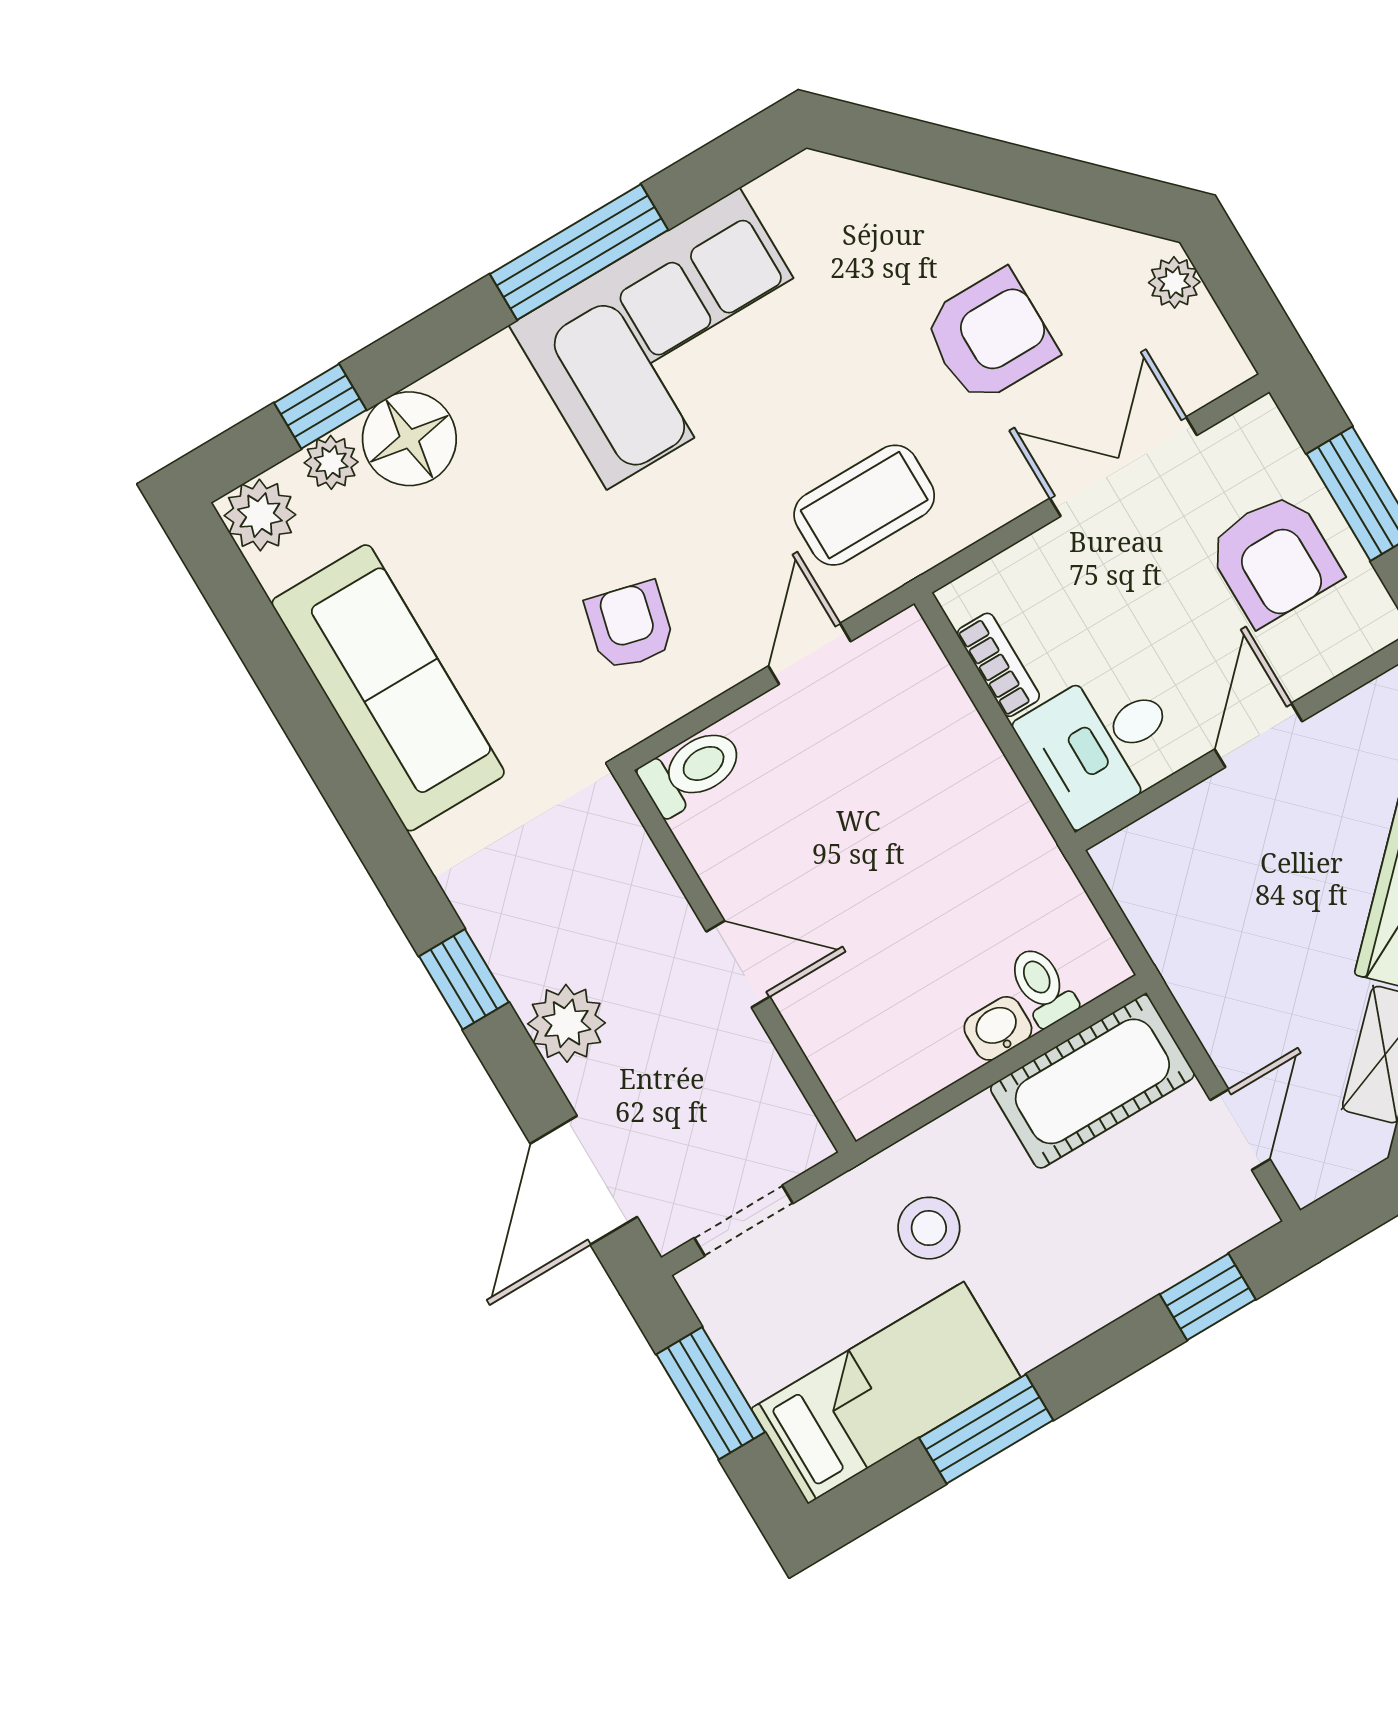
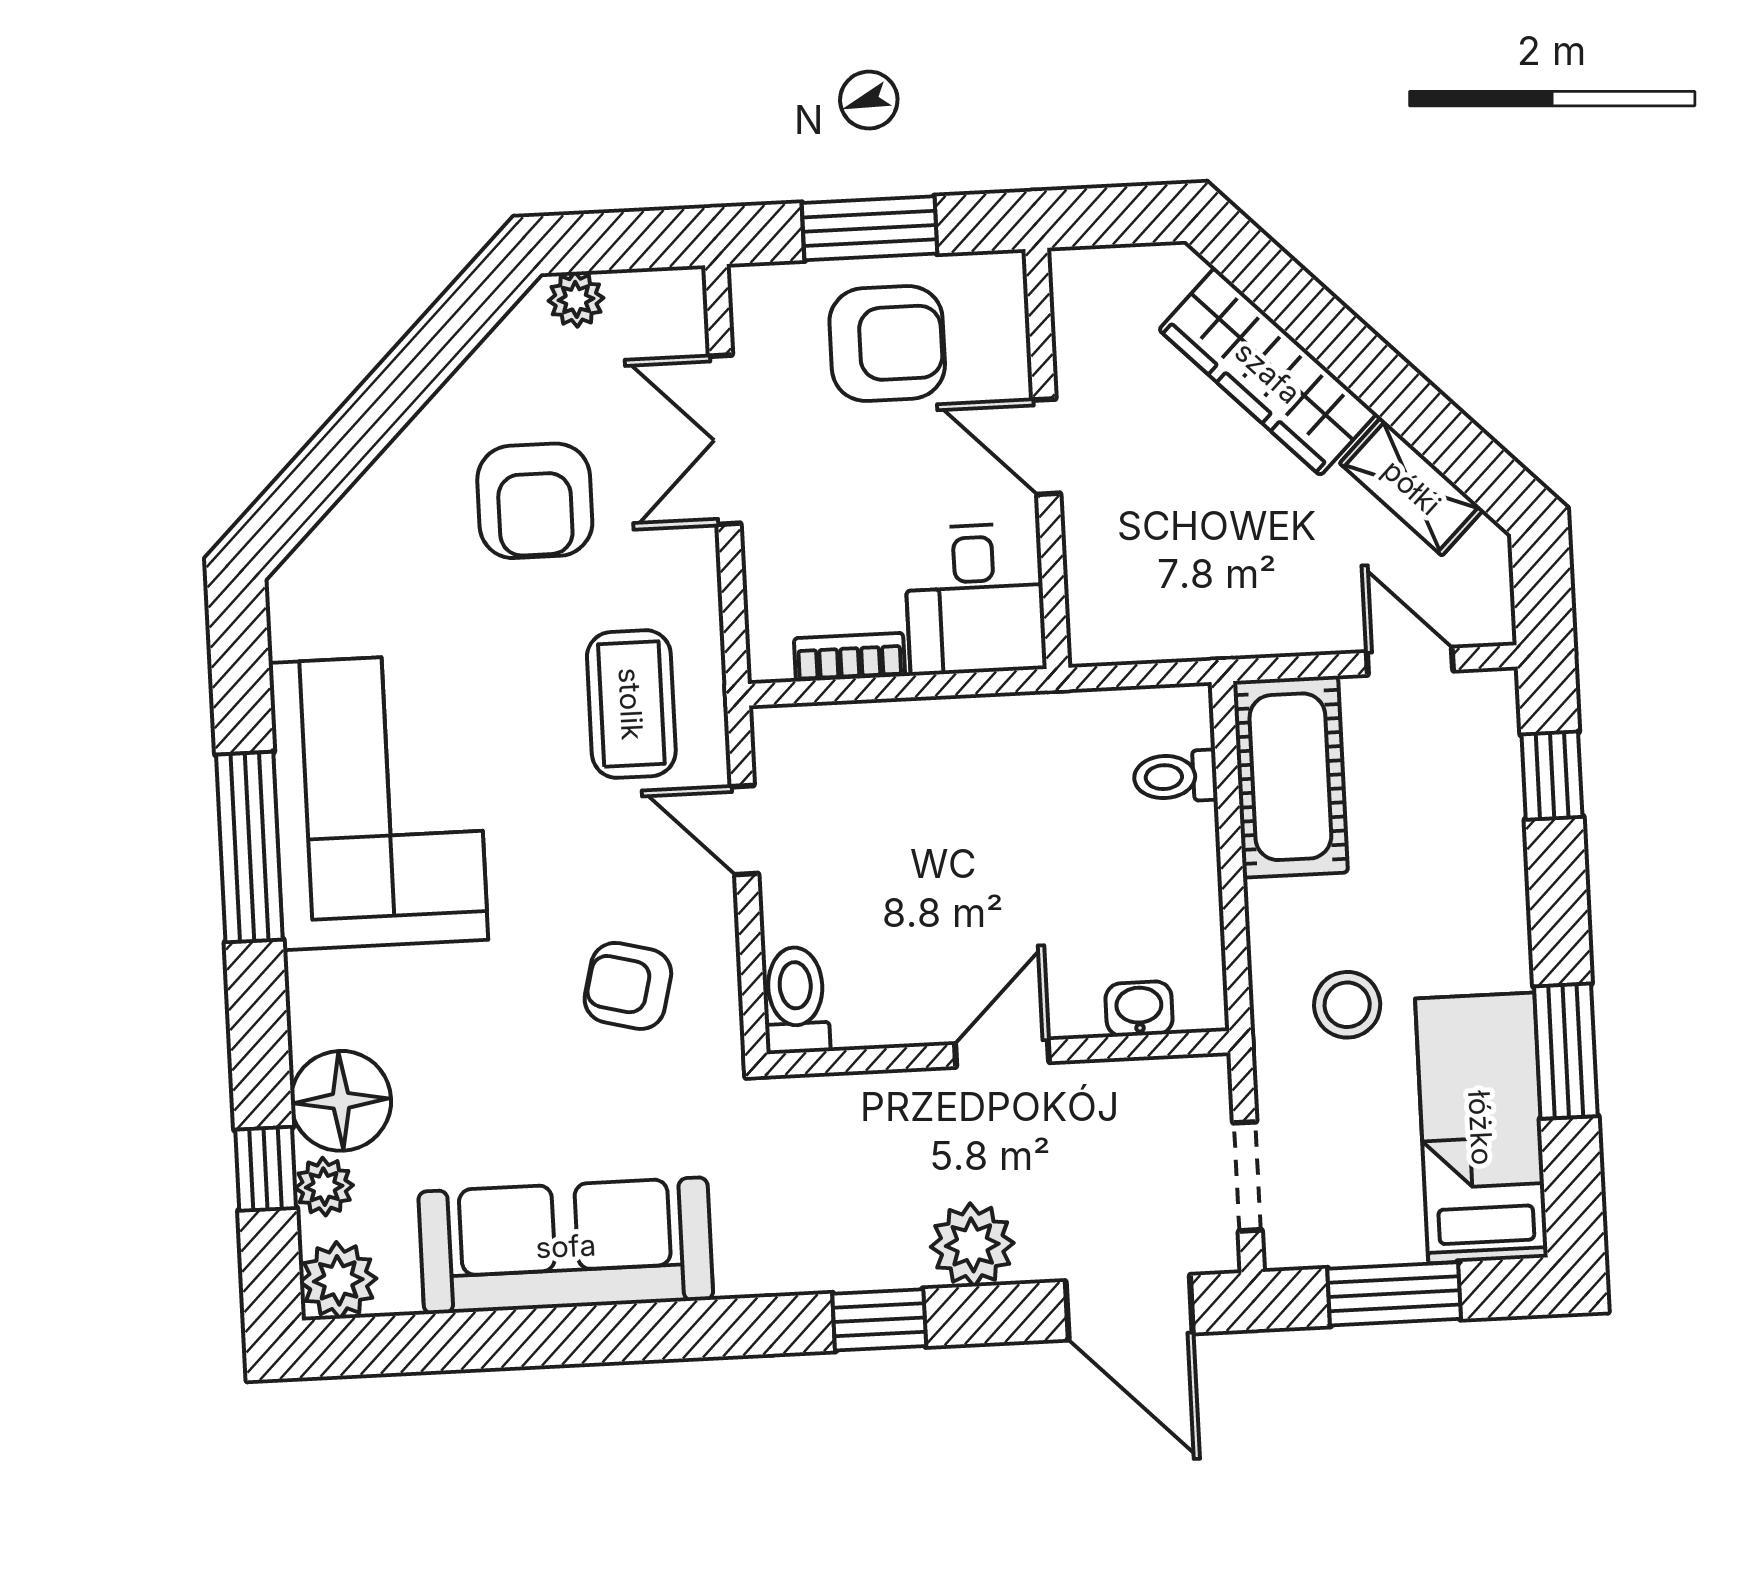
armchair: (990, 336) -> (535, 501), turned 180
washbasin: (998, 1028) -> (1139, 1009), moved, turned 90

